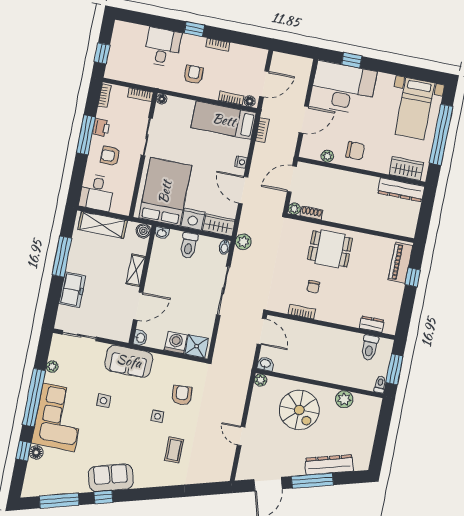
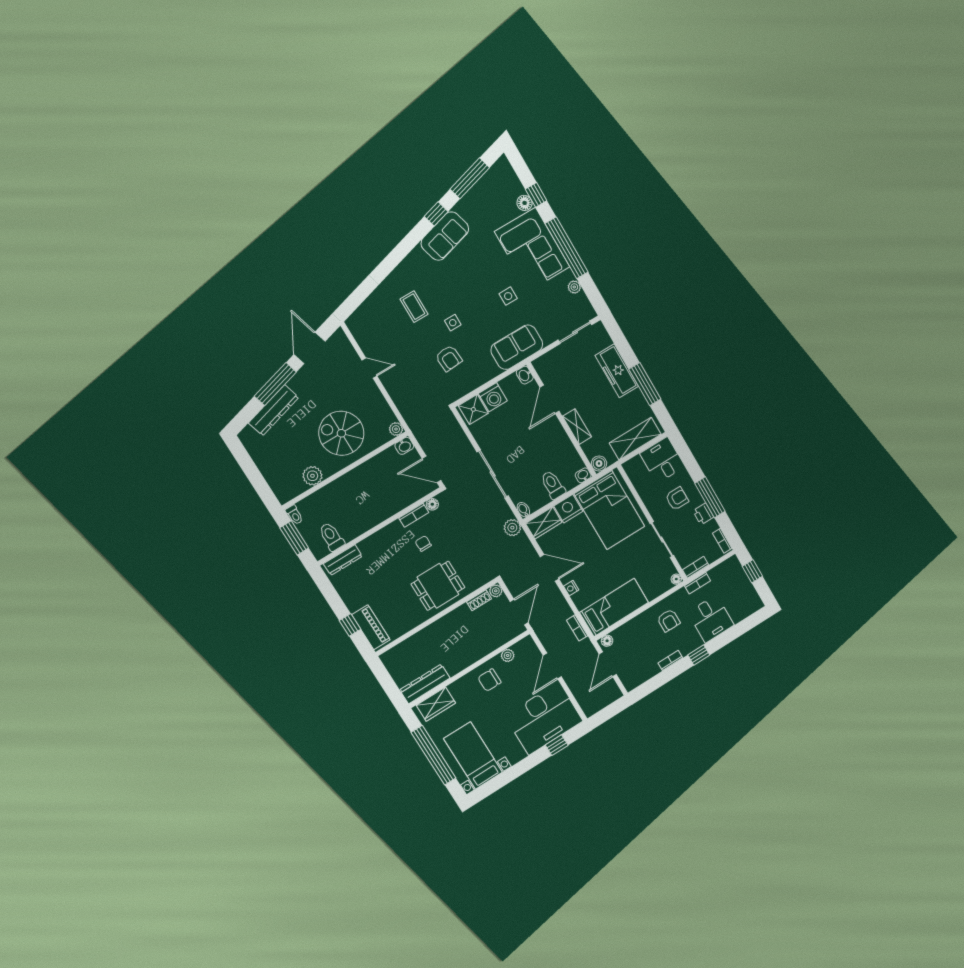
bookcase: (231, 98) -> (698, 583), moved
freezer: (72, 290) -> (617, 371), width x1.40
floor lamp: (283, 308) -> (432, 504), added
dresser: (372, 324) -> (343, 560), width x1.44

